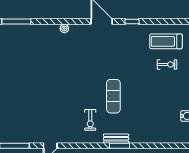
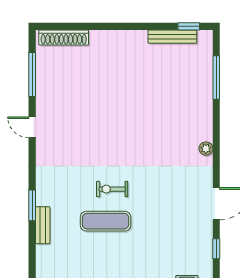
exercise bike: (90, 120) -> (112, 189), moved
window: (119, 146) -> (32, 205), moved

